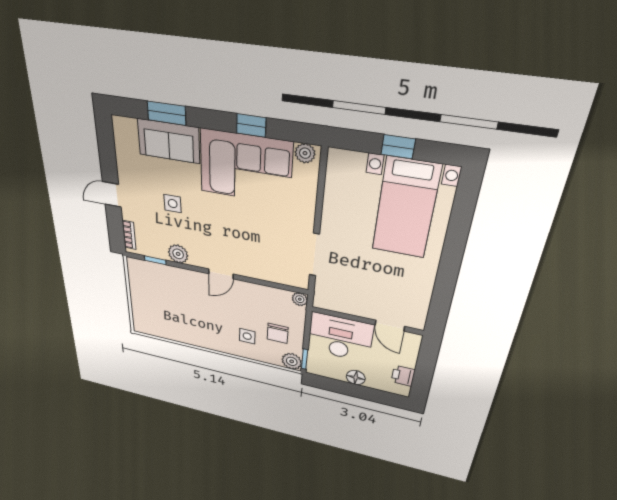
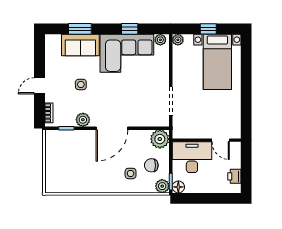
plant: (337, 158) -> (178, 40), added
door: (221, 274) -> (112, 128), width x1.87
plant: (300, 299) -> (160, 139), width x1.87, depth x1.87
chair: (278, 333) -> (151, 165), turned 90
floor lamp: (356, 378) -> (178, 187), moved

